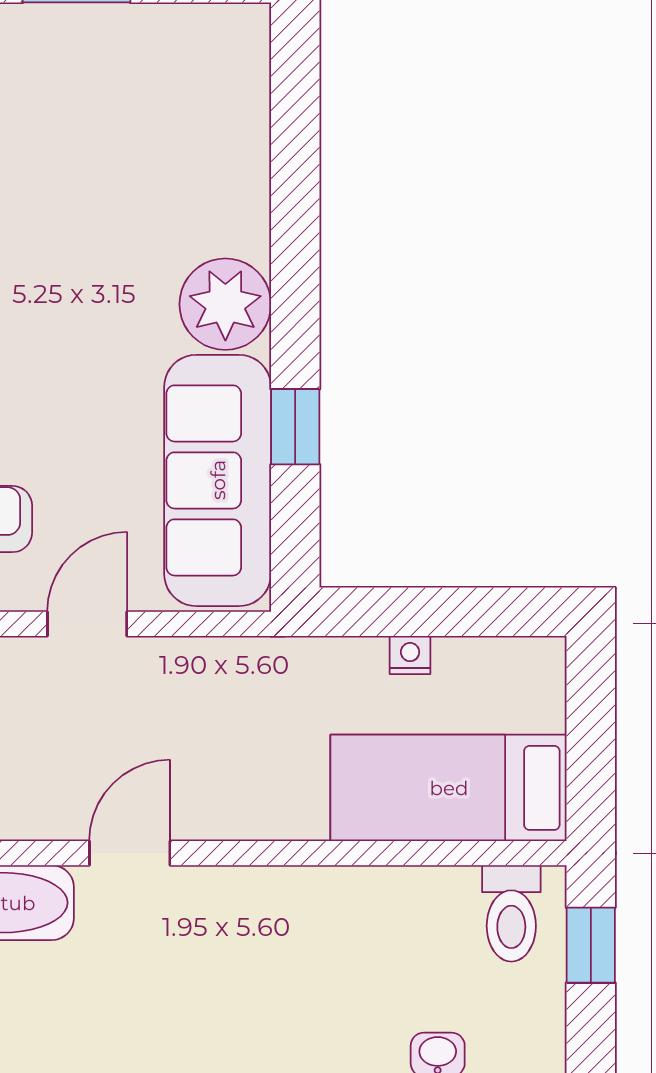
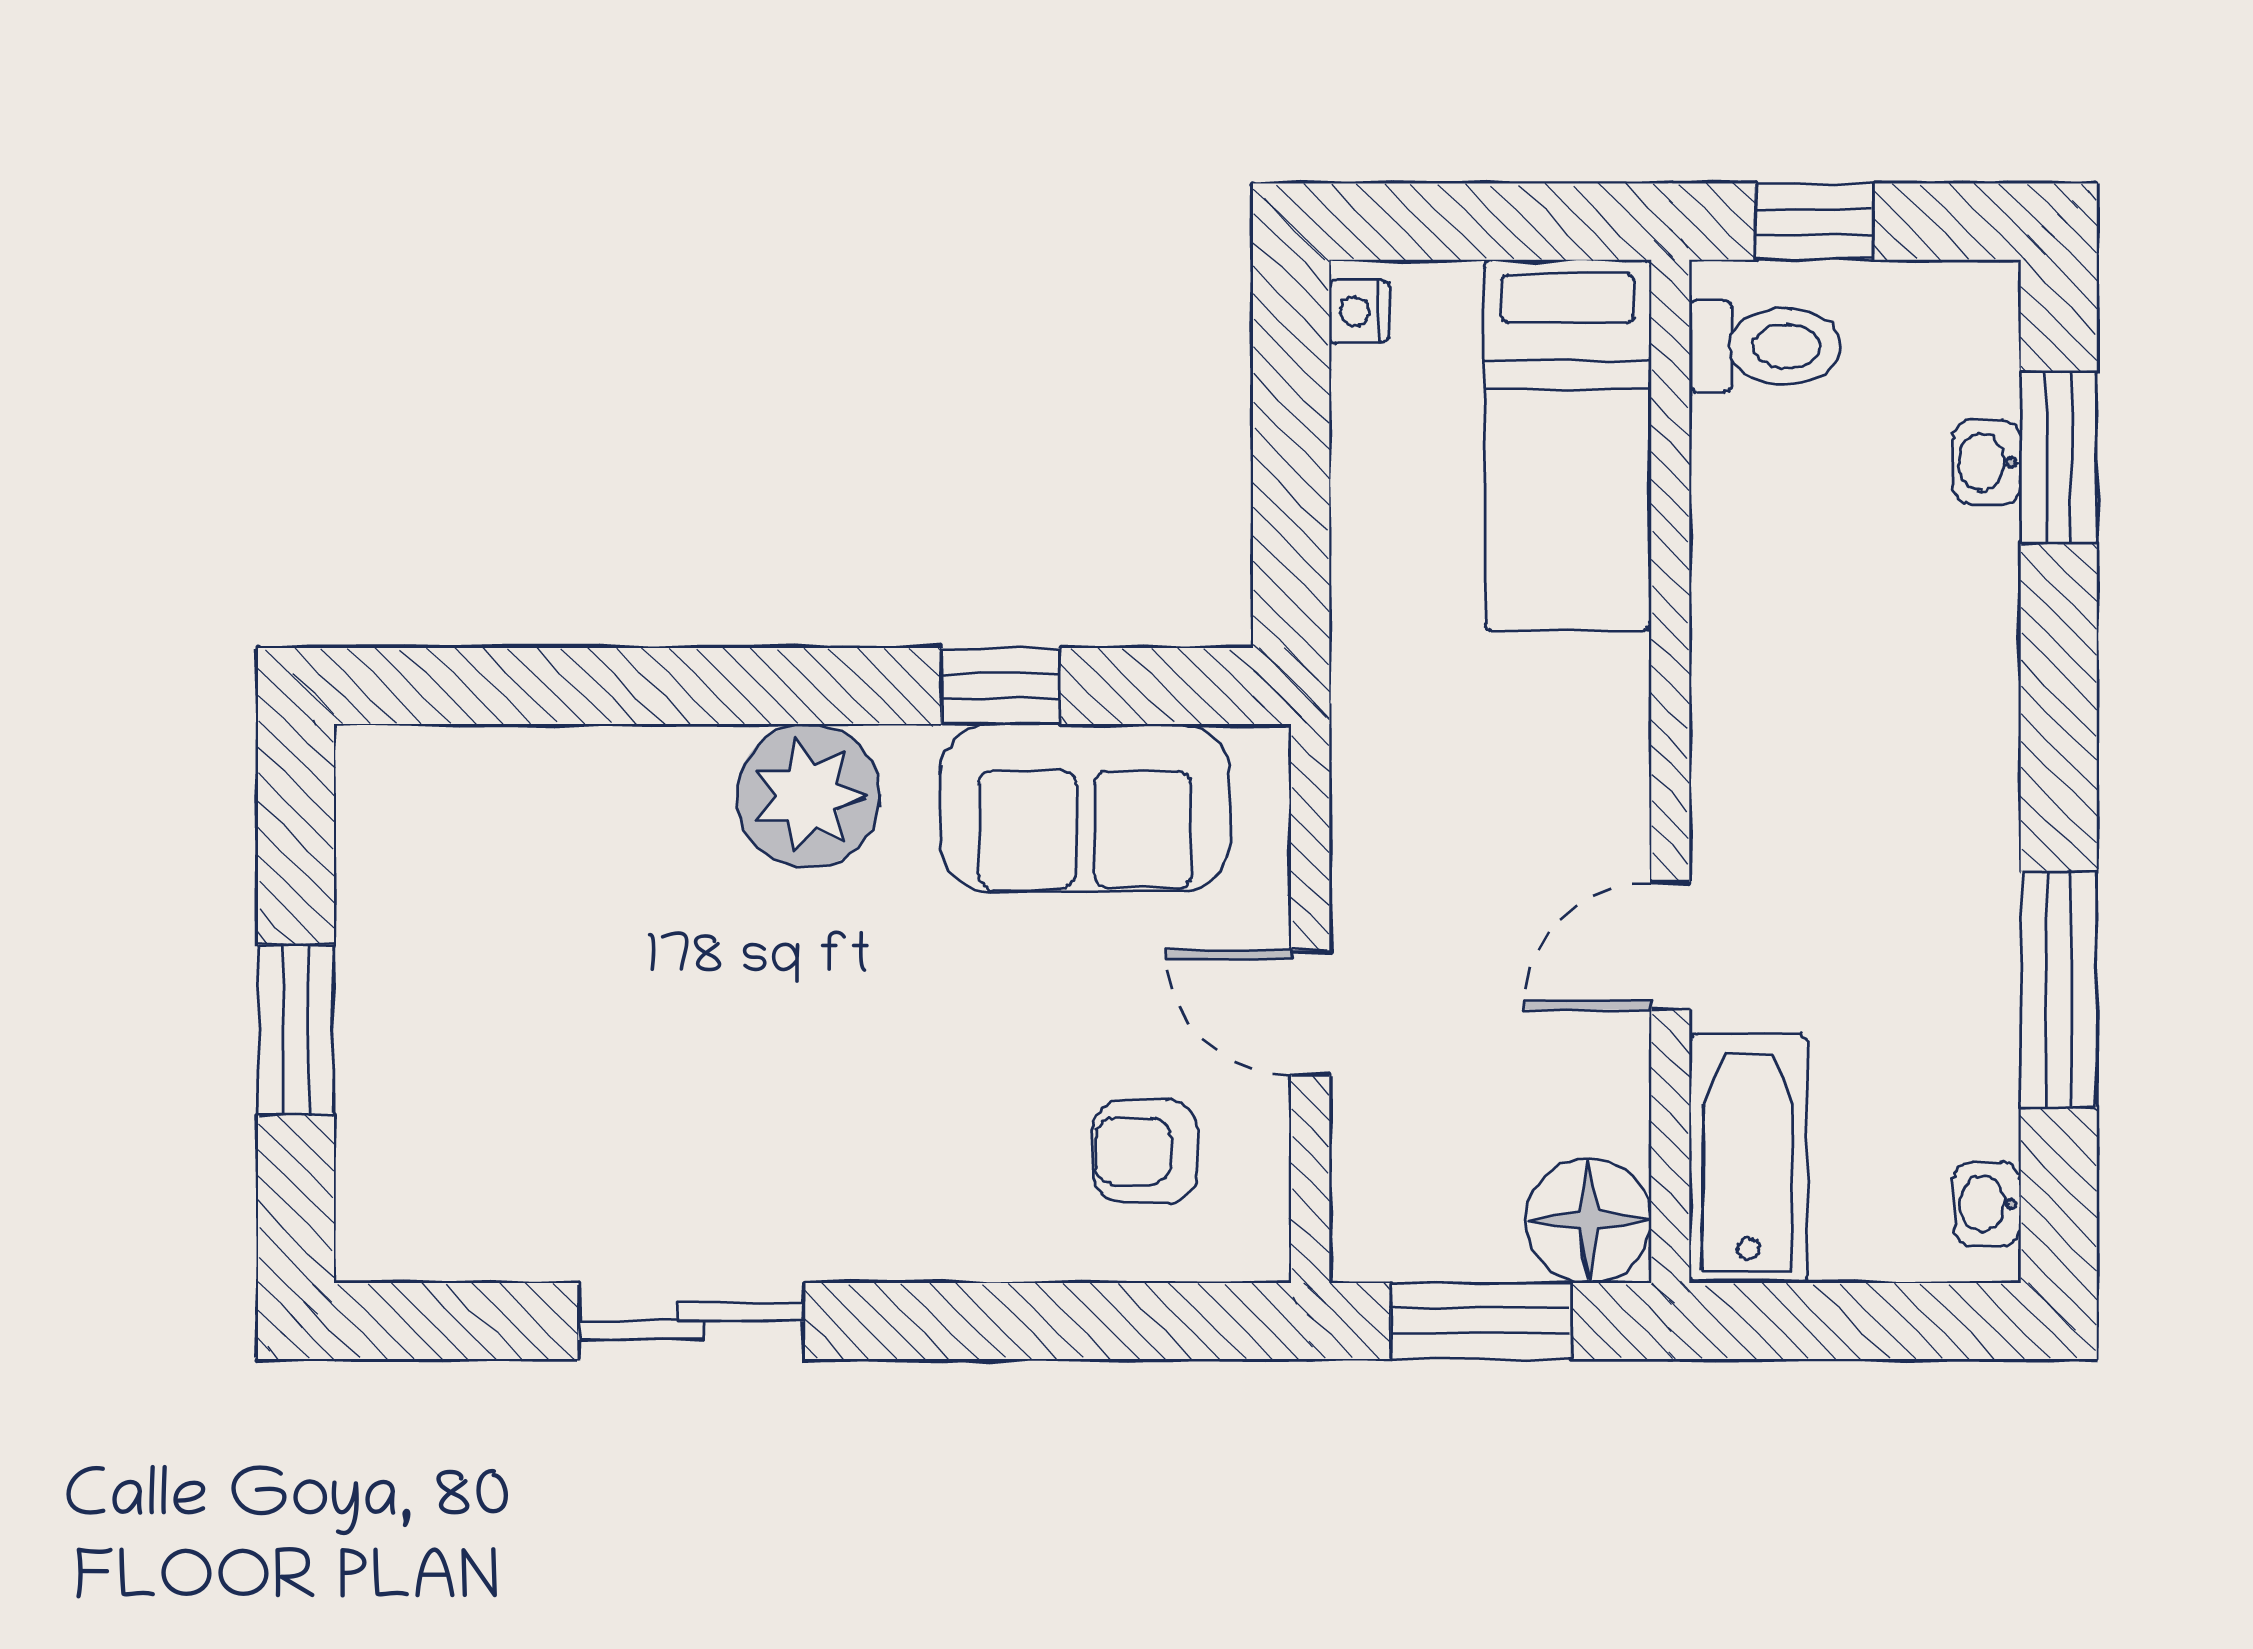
sofa: (218, 480) -> (1085, 808), width x0.73
nightstand: (410, 655) -> (1359, 311), moved
door: (130, 853) -> (1670, 946), hinge flipped

